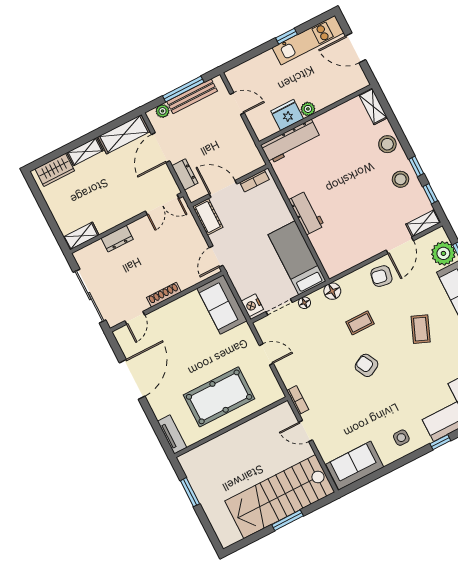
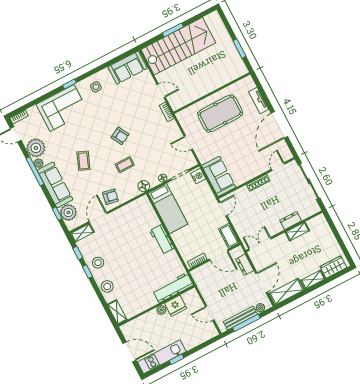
shelving: (81, 236) -> (297, 231), moved
tv unit: (172, 434) -> (259, 100), moved

